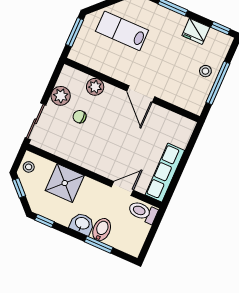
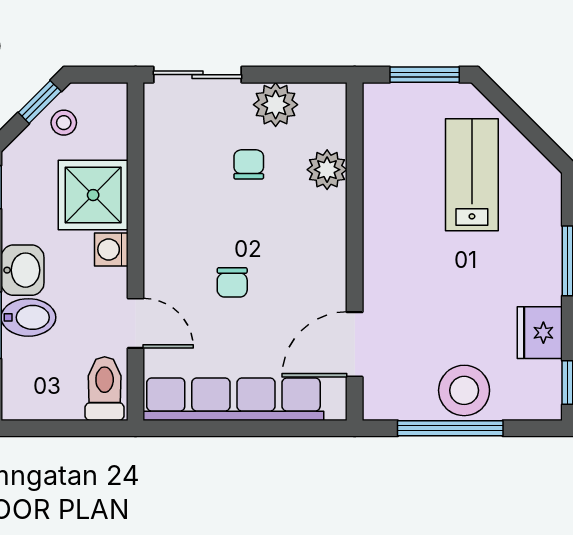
stool: (205, 71) -> (464, 390), width x1.89, depth x1.89
door: (141, 94) -> (355, 344), moved
chair: (123, 143) -> (232, 282), added
stool: (29, 167) -> (64, 123), moved
row of seats: (165, 173) -> (233, 399), width x1.36
washing machine: (89, 185) -> (111, 249), added

